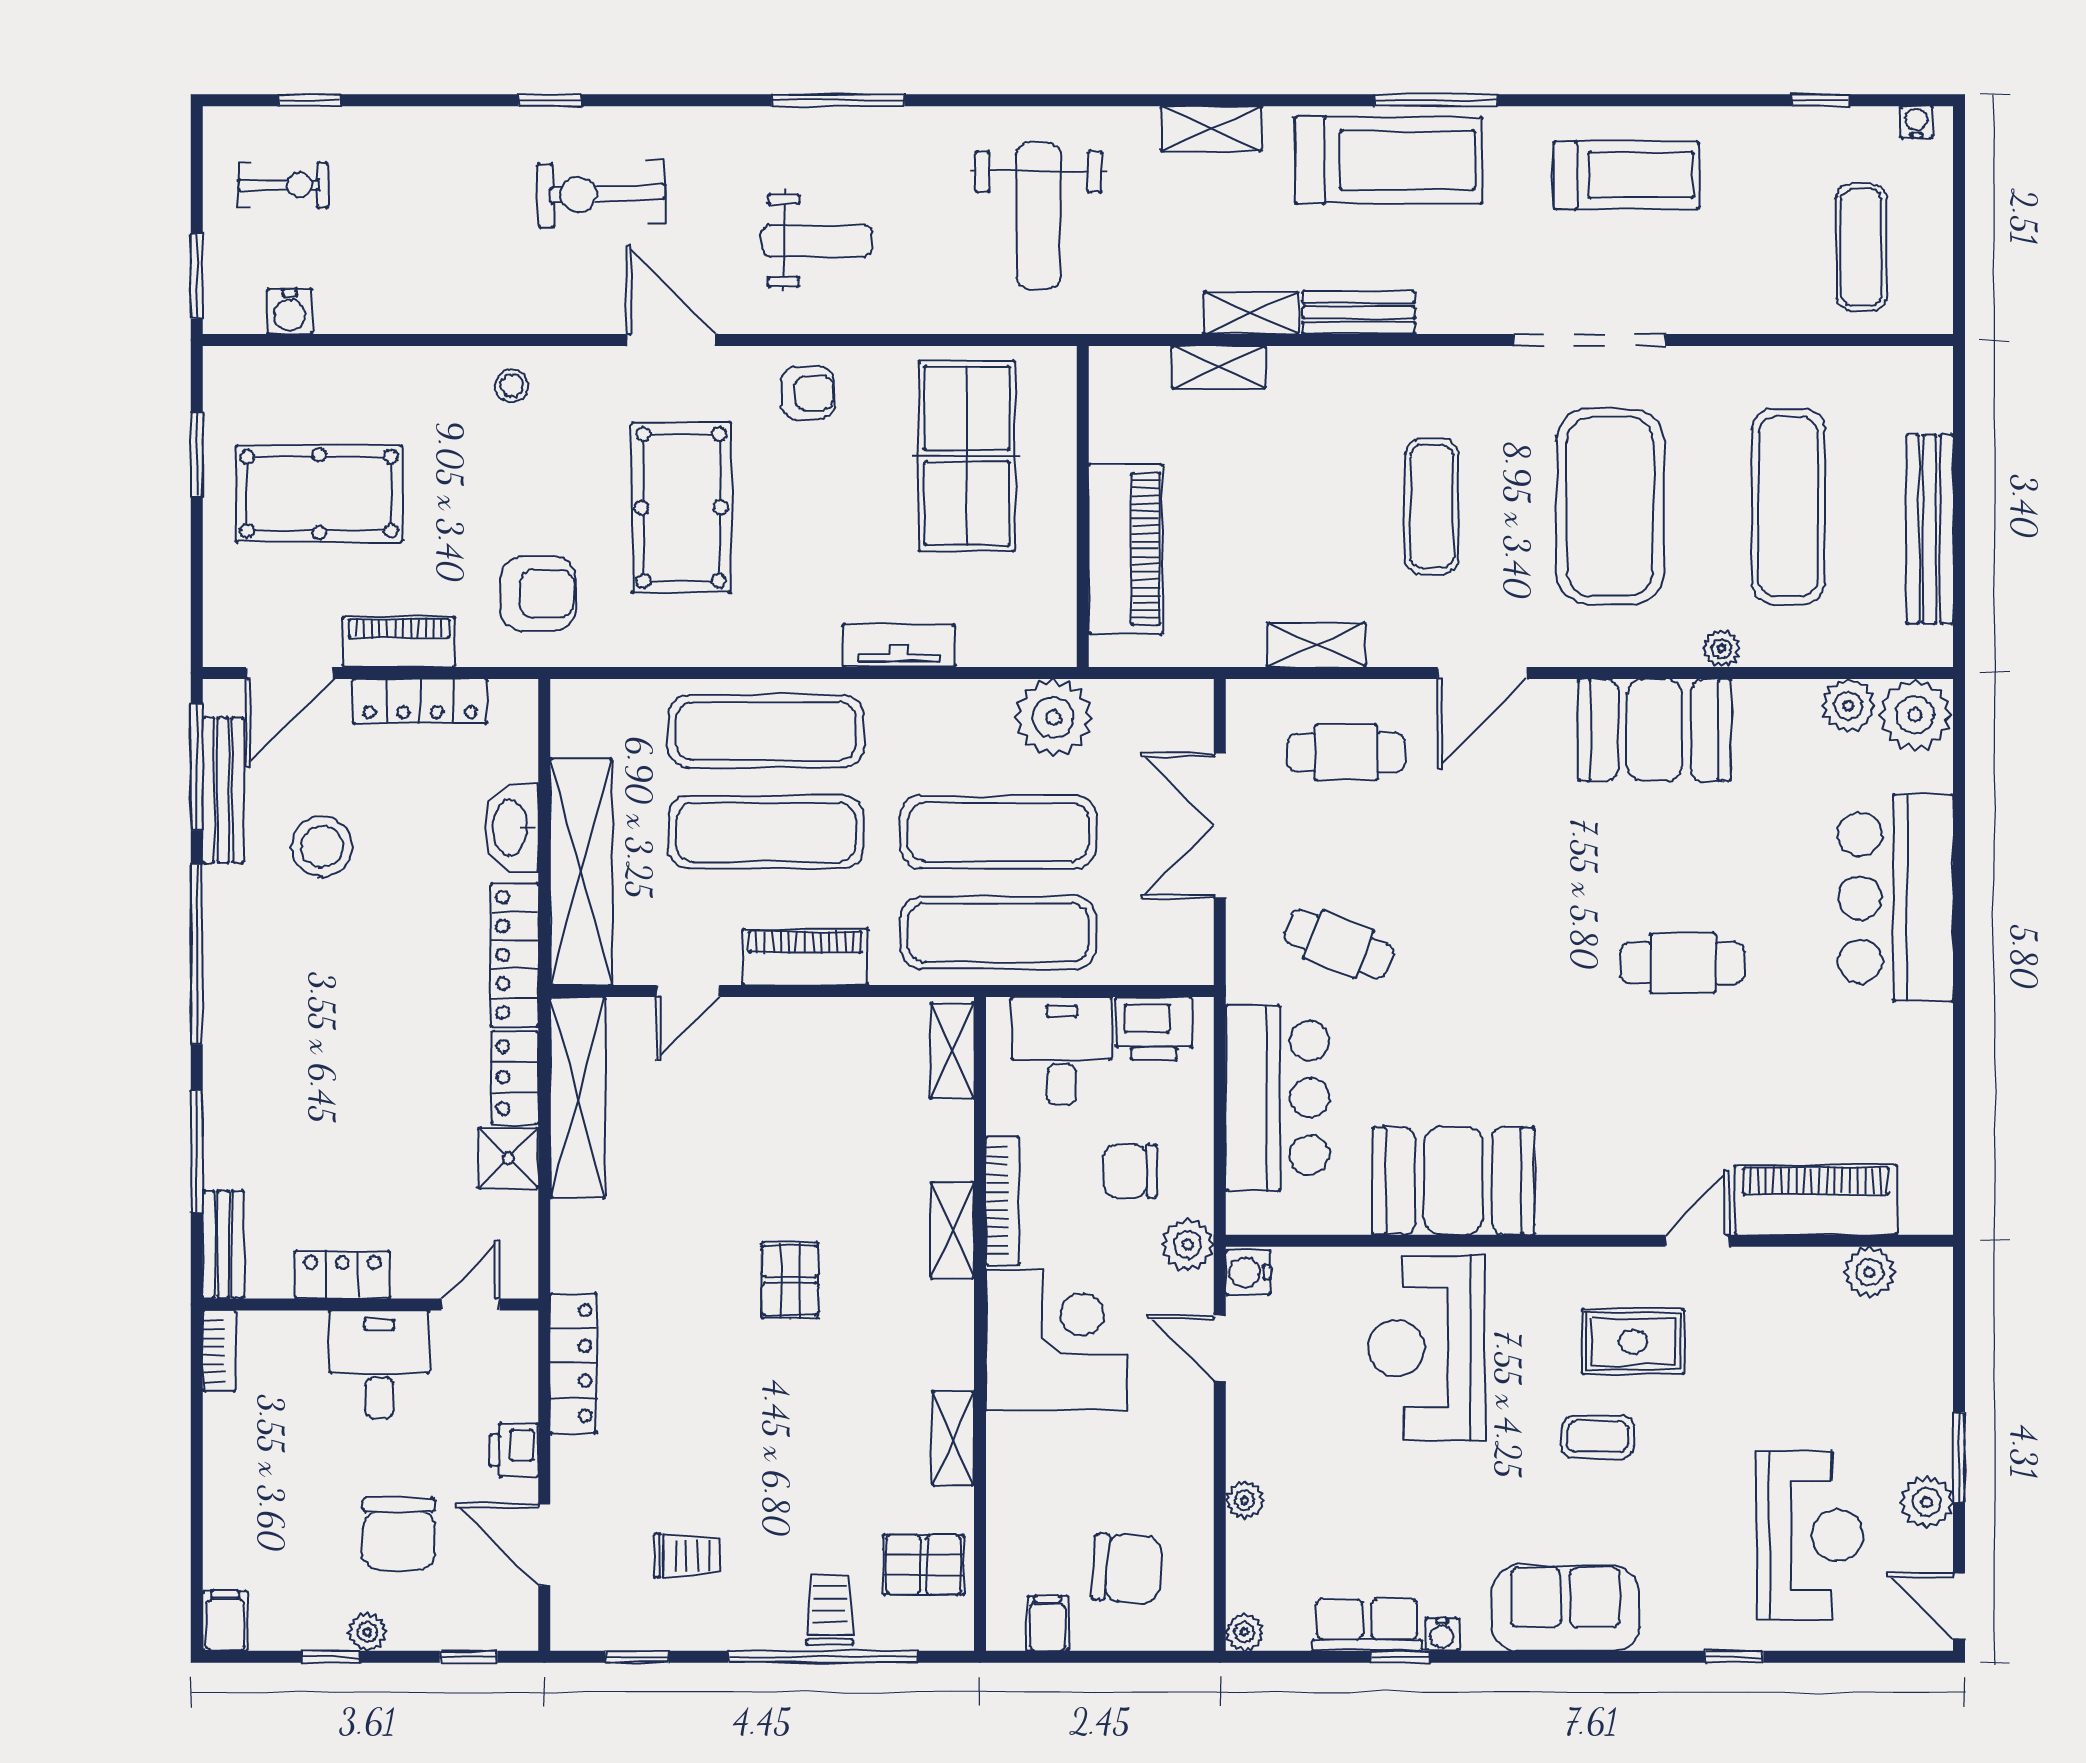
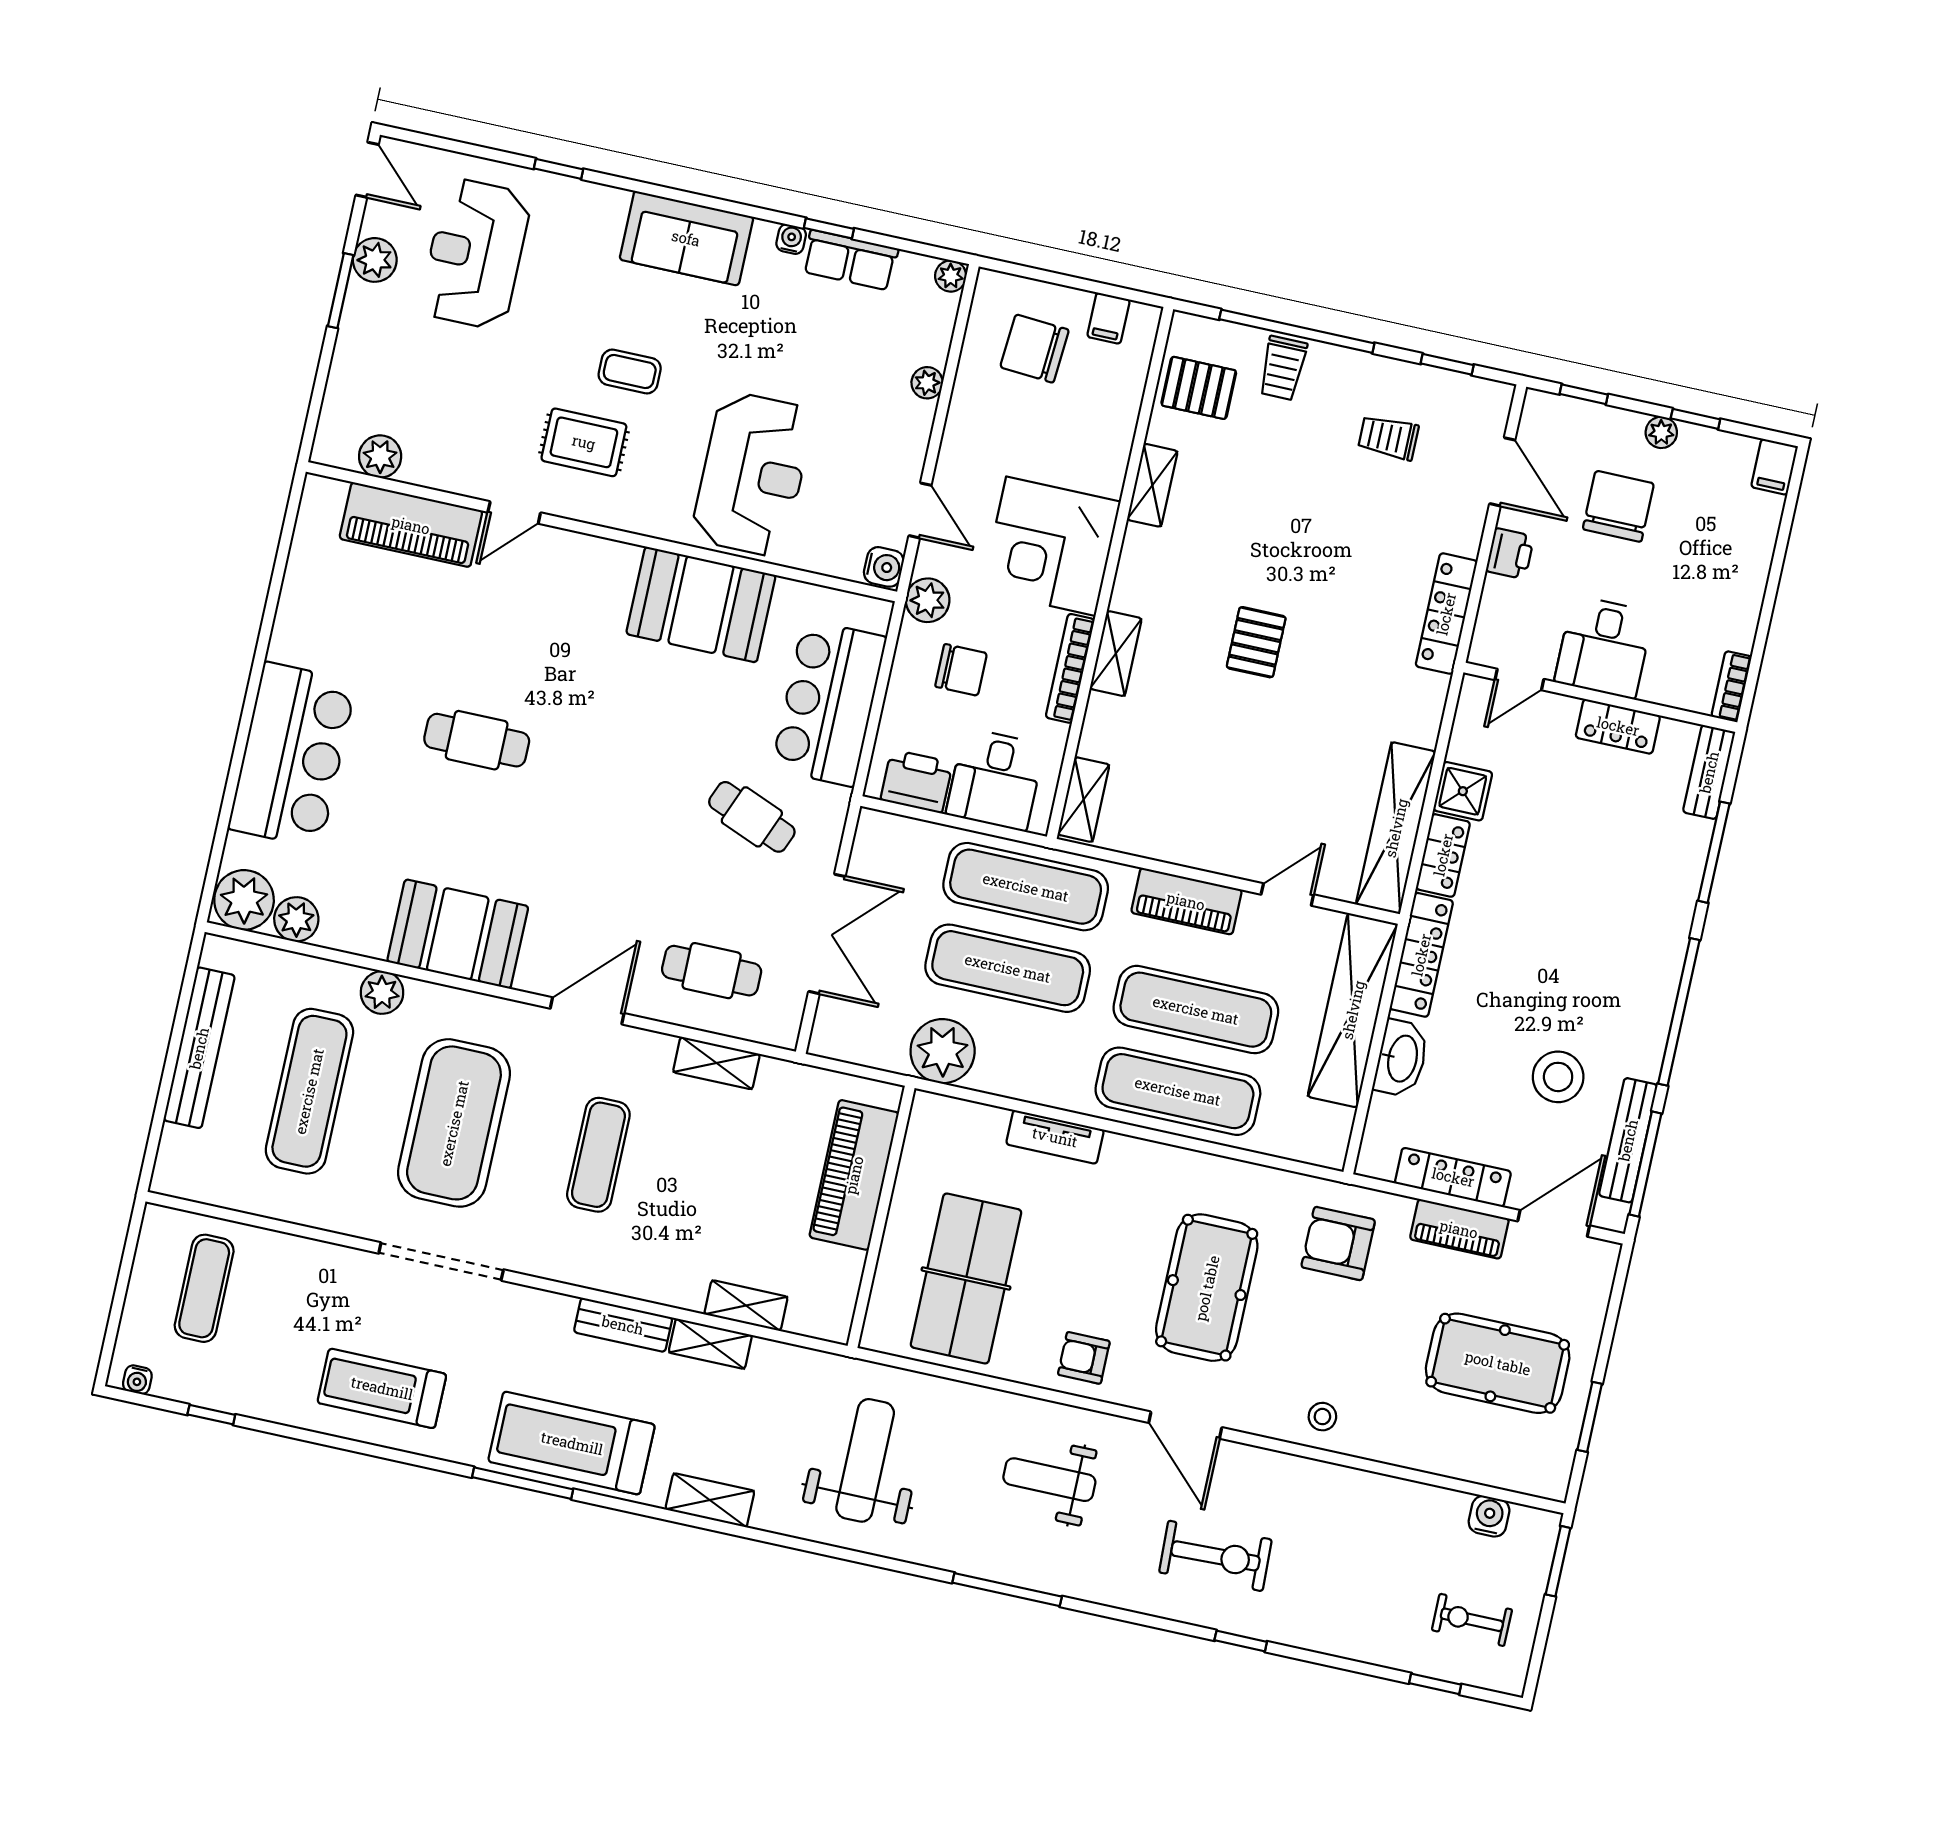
plant: (1722, 648) -> (382, 993), width x1.38, depth x1.38

